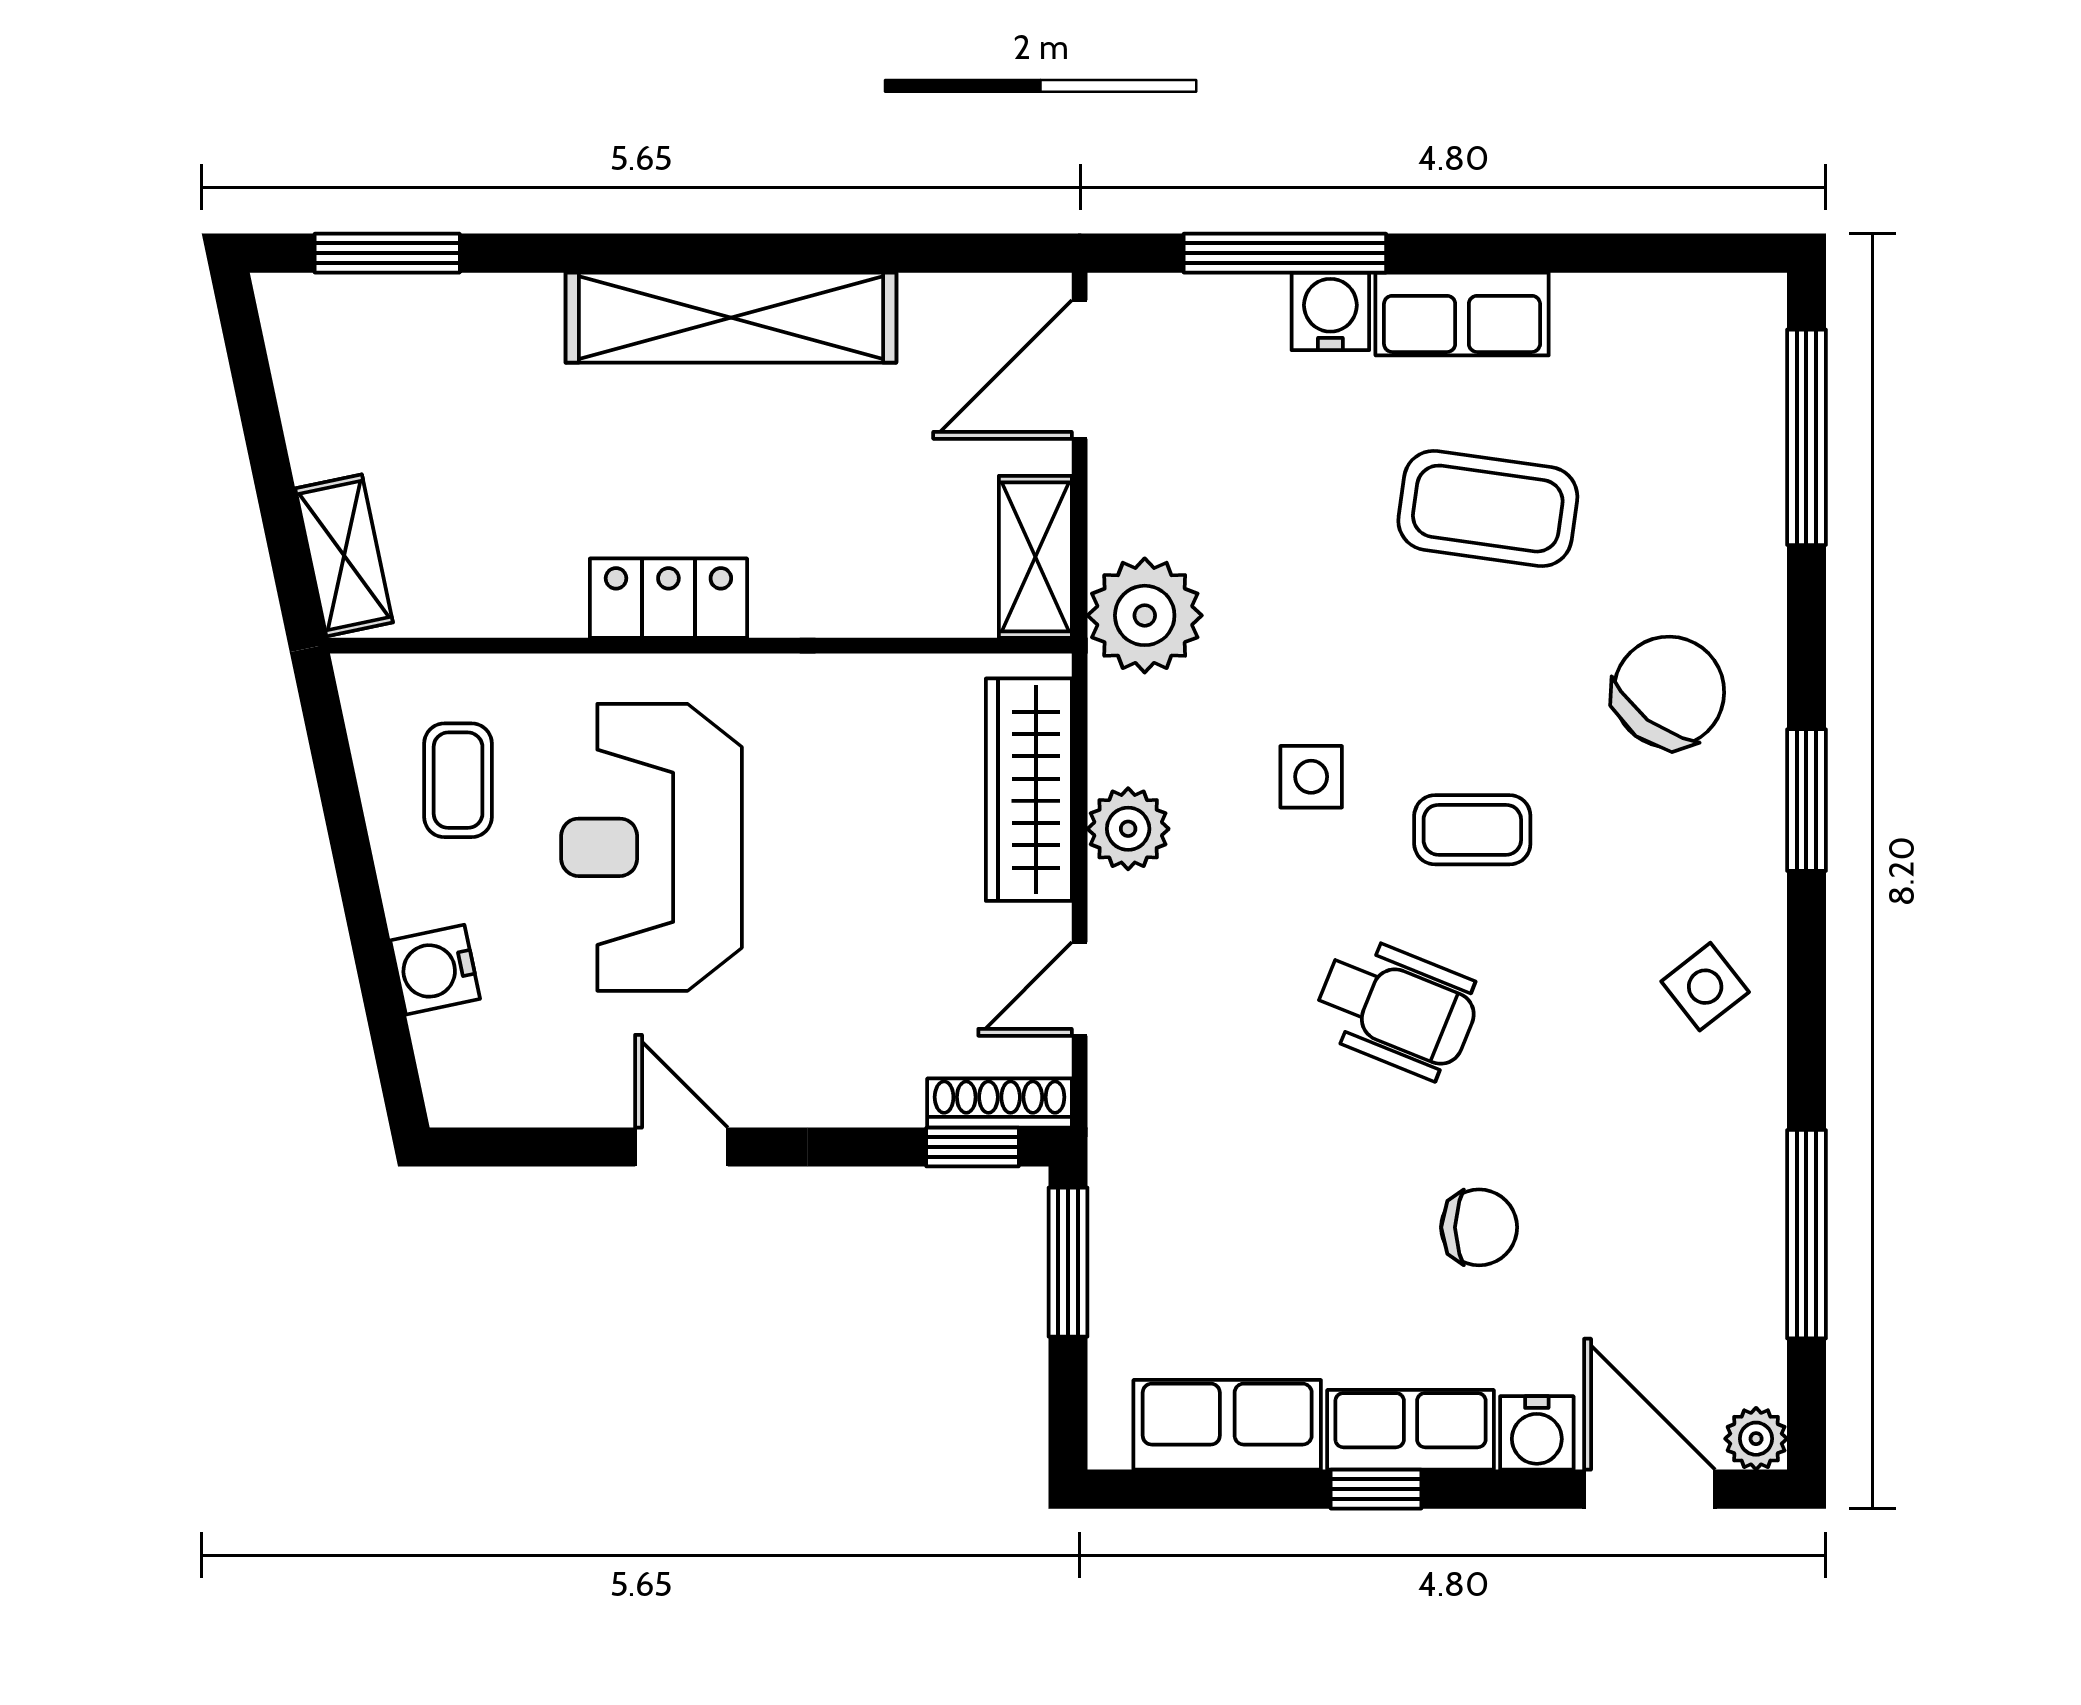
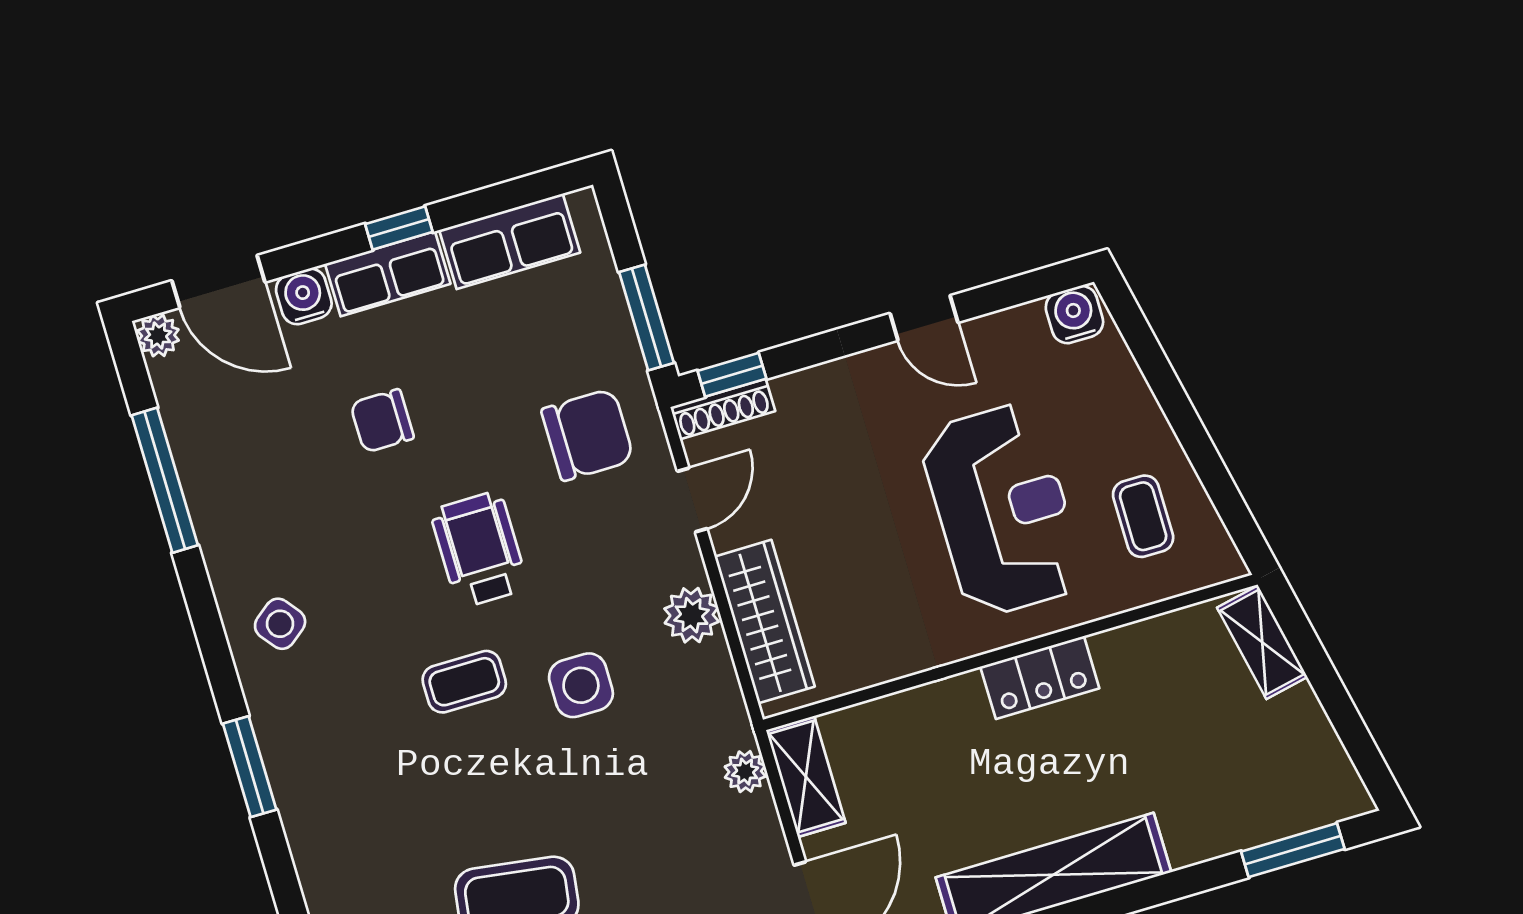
plant: (1145, 615) -> (745, 772), width x0.53, depth x0.53
chair: (1669, 692) -> (588, 435), moved, turned -127
side table: (1311, 777) -> (581, 685), width x1.37, depth x1.37
water cooler: (435, 970) -> (1074, 314), moved, turned -78
wheelchair: (1397, 1008) -> (479, 549), turned 68

